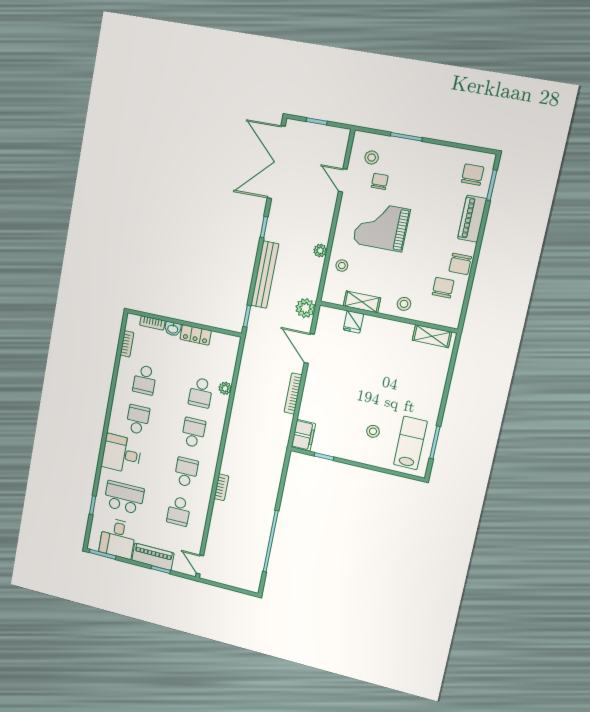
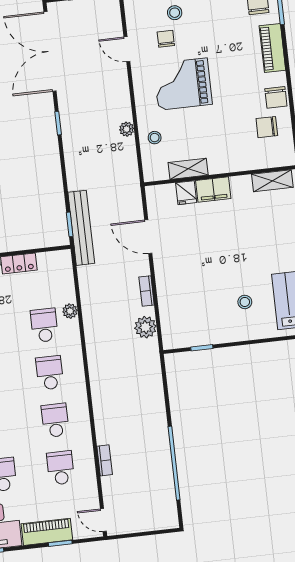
stool: (372, 158) -> (175, 13), moved
bench: (265, 275) -> (81, 228), moved
chair: (443, 288) -> (267, 127), turned -90
stool: (404, 304) -> (233, 157), removed
plant: (305, 308) -> (145, 327), moved
school desk: (201, 393) -> (44, 325), turned 180
bookcase: (293, 394) -> (147, 291), width x0.64
filing cabinet: (303, 435) -> (213, 190), moved, turned 90
bookcase: (221, 487) -> (105, 460), moved
school desk: (179, 511) -> (61, 468), turned 180

